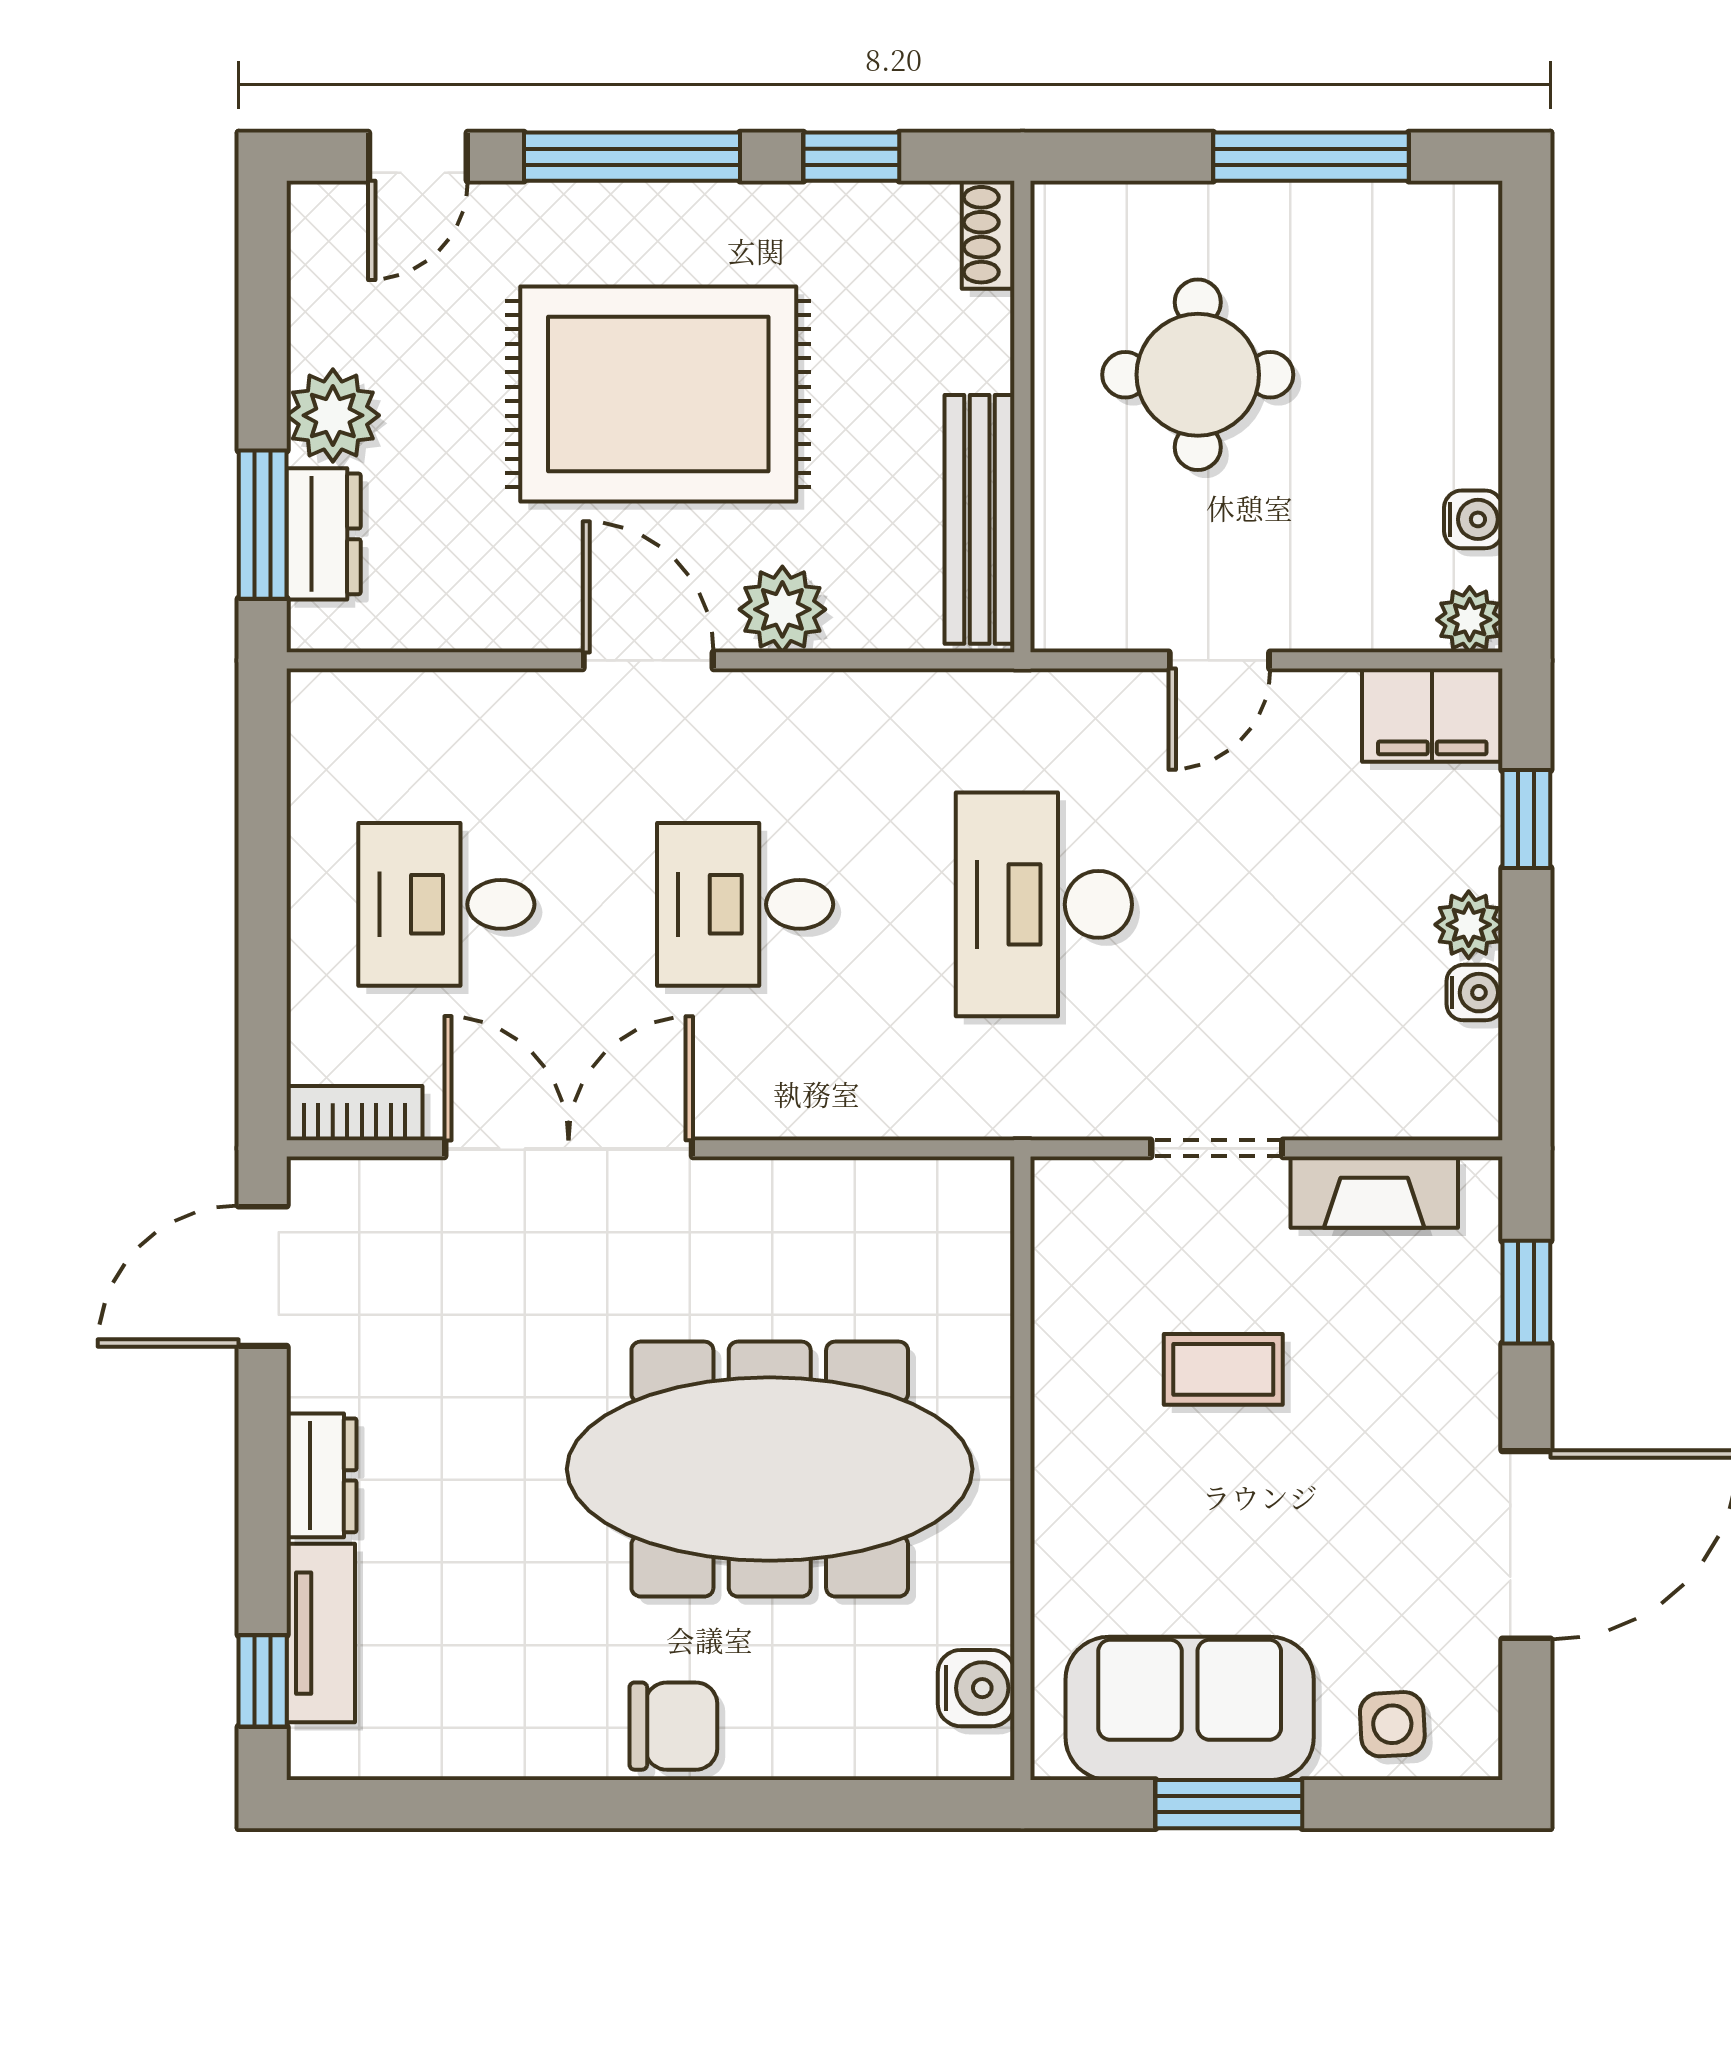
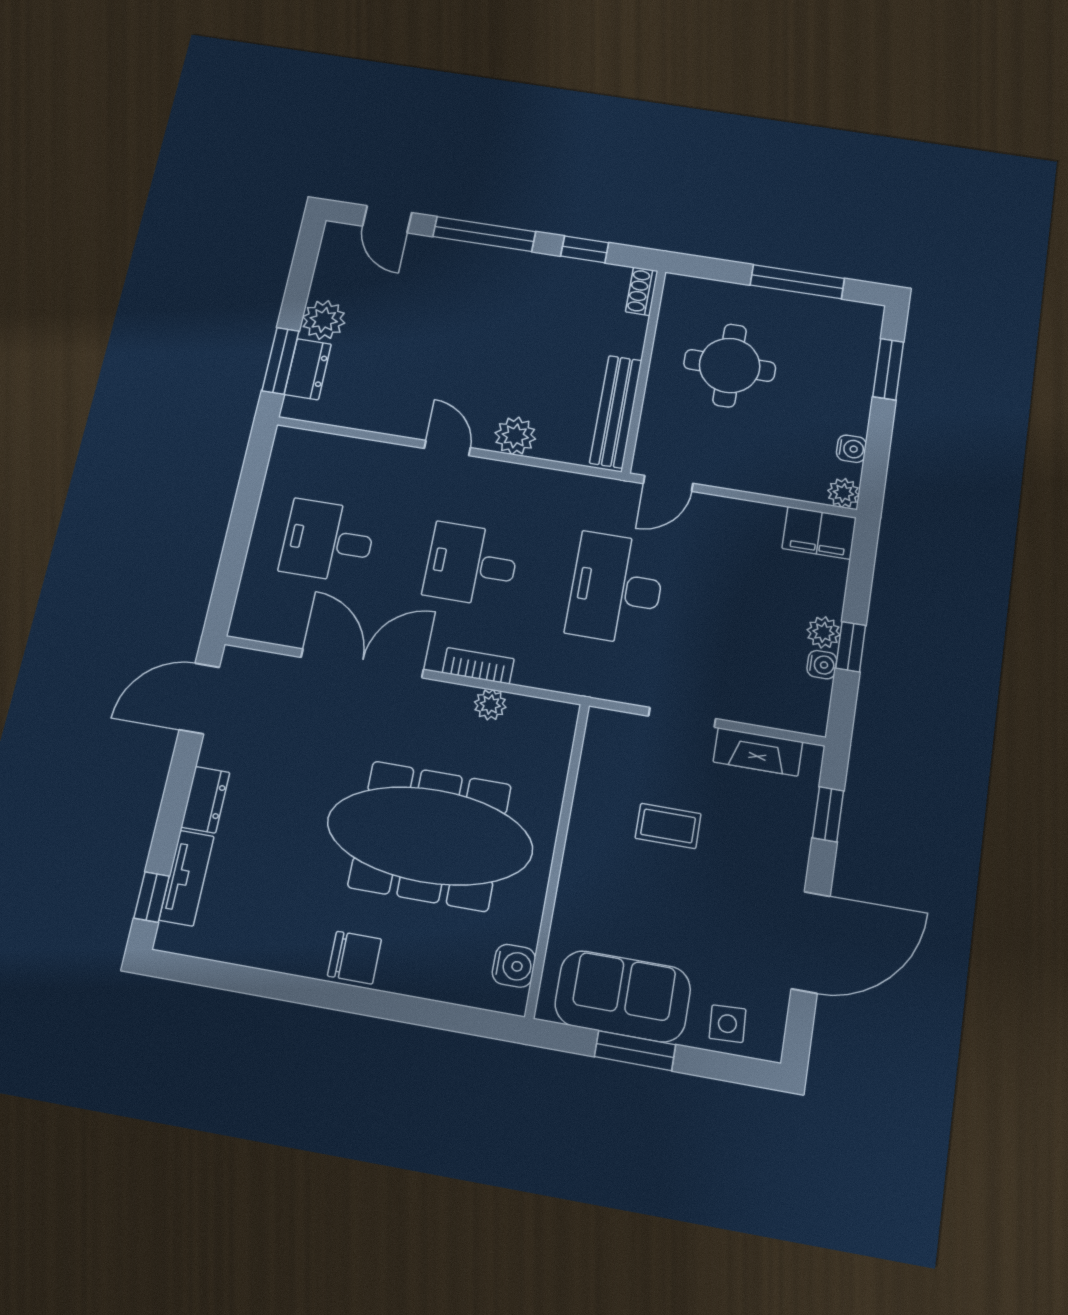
door: (418, 157) -> (387, 219), hinge flipped
window: (1526, 327) -> (888, 369), added
rug: (658, 394) -> (476, 334), removed
door: (648, 660) -> (447, 448), width x0.73
door: (1219, 660) -> (668, 483), moved
window: (1526, 819) -> (851, 647), moved
bookcase: (355, 1113) -> (478, 666), moved
plant: (837, 1188) -> (490, 705), added

